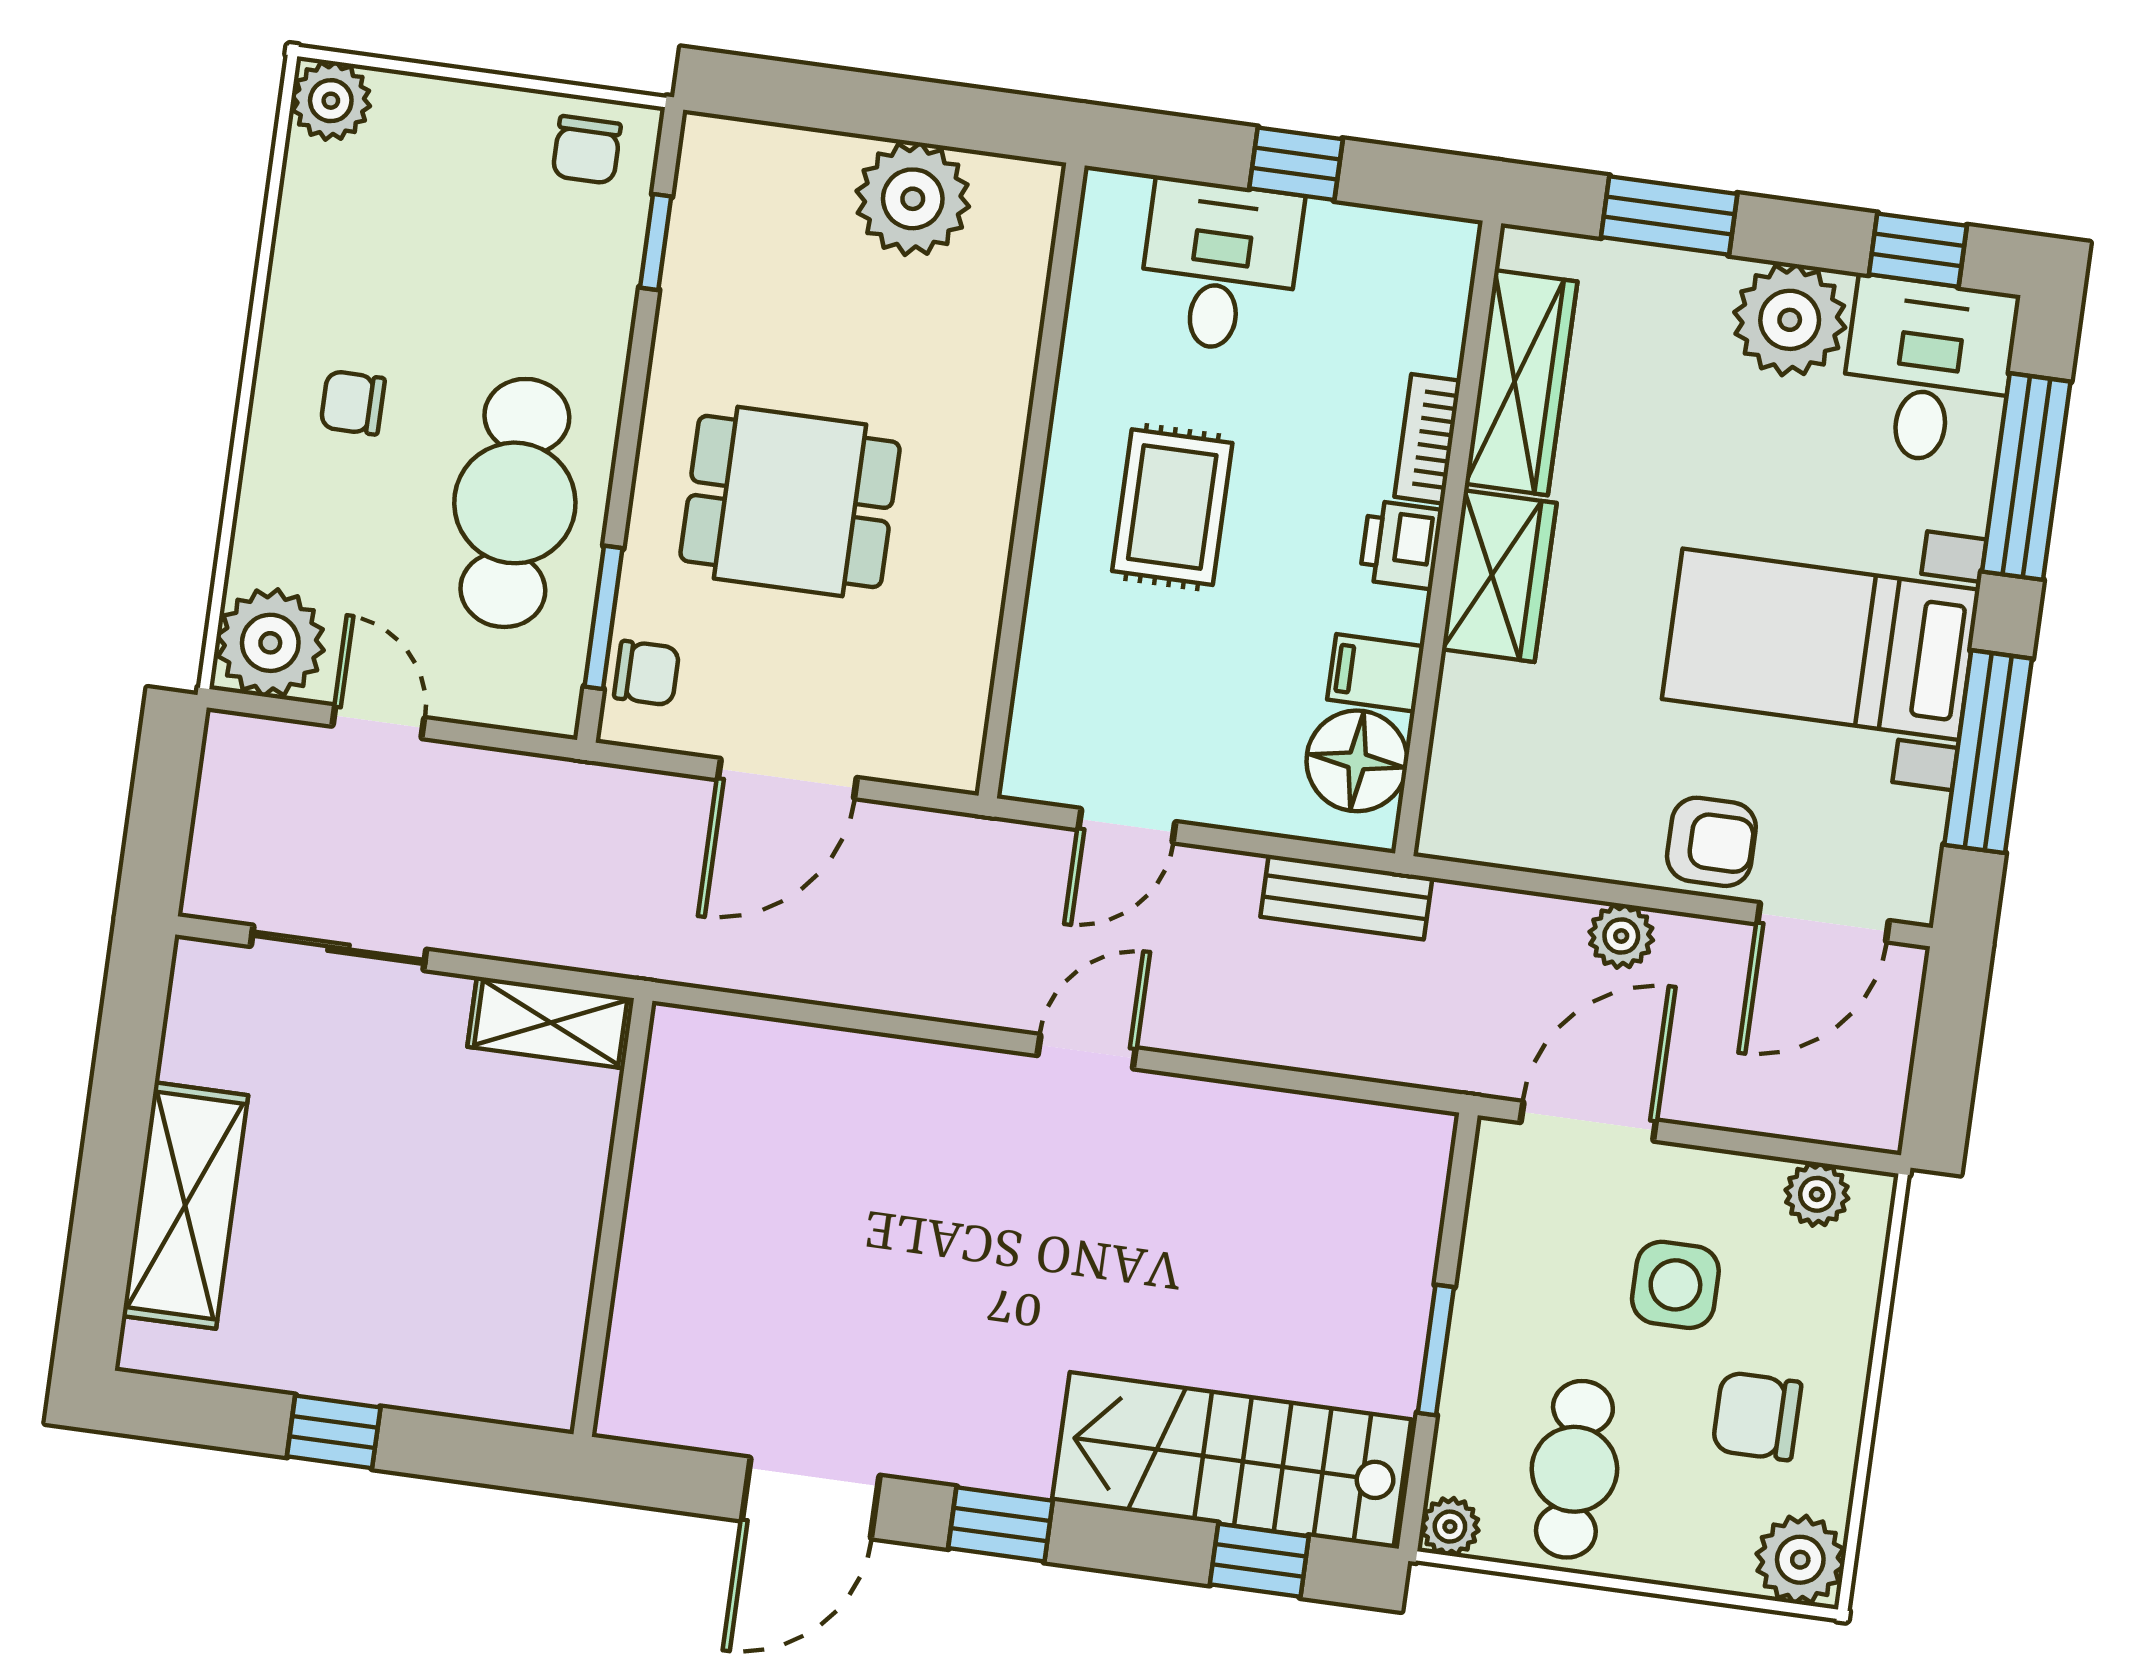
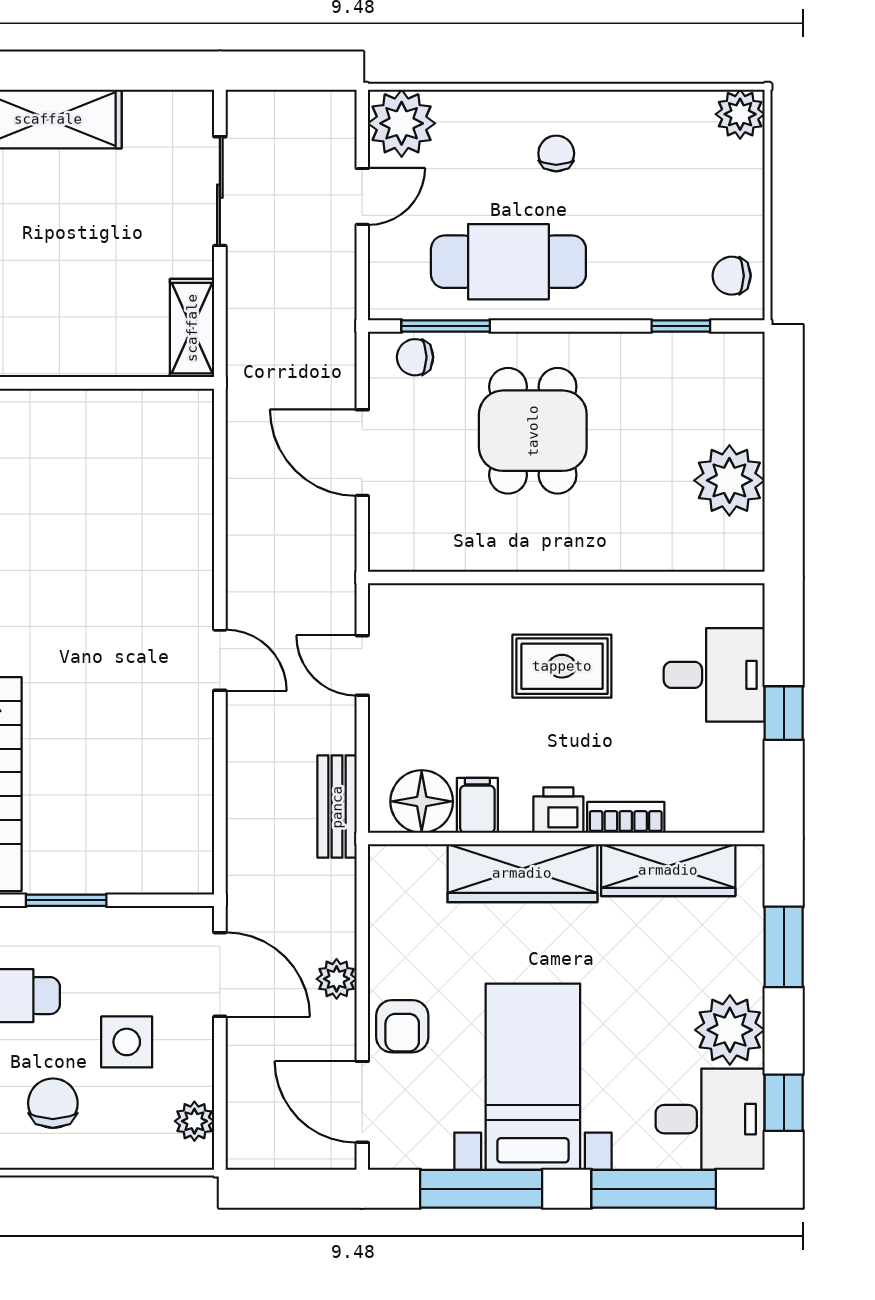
wardrobe: (1499, 576) -> (522, 873), width x1.50
chair: (647, 673) -> (415, 357), turned 90

